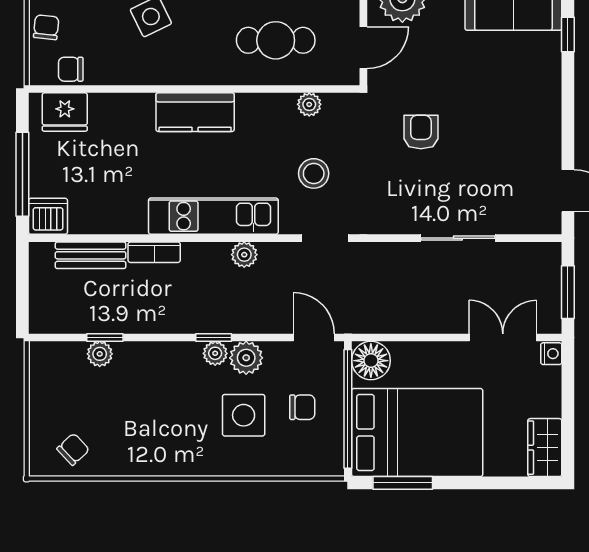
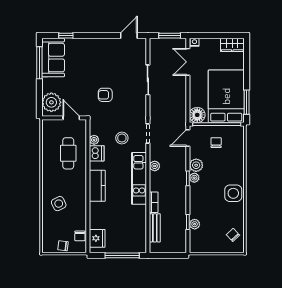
dishwasher: (48, 216) -> (97, 153), moved, turned 180
side table: (244, 415) -> (233, 193), moved

